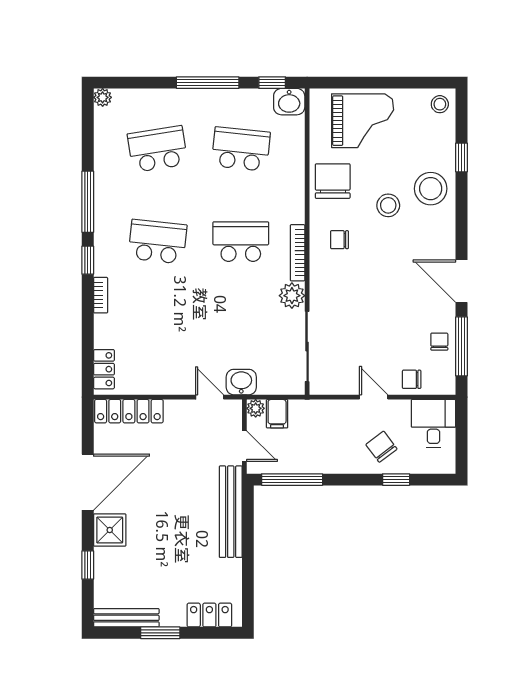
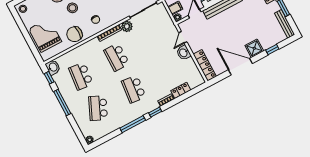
school desk: (157, 149) -> (98, 108), turned 33
locker: (104, 369) -> (181, 90), moved
washbasin: (241, 382) -> (184, 53), moved

